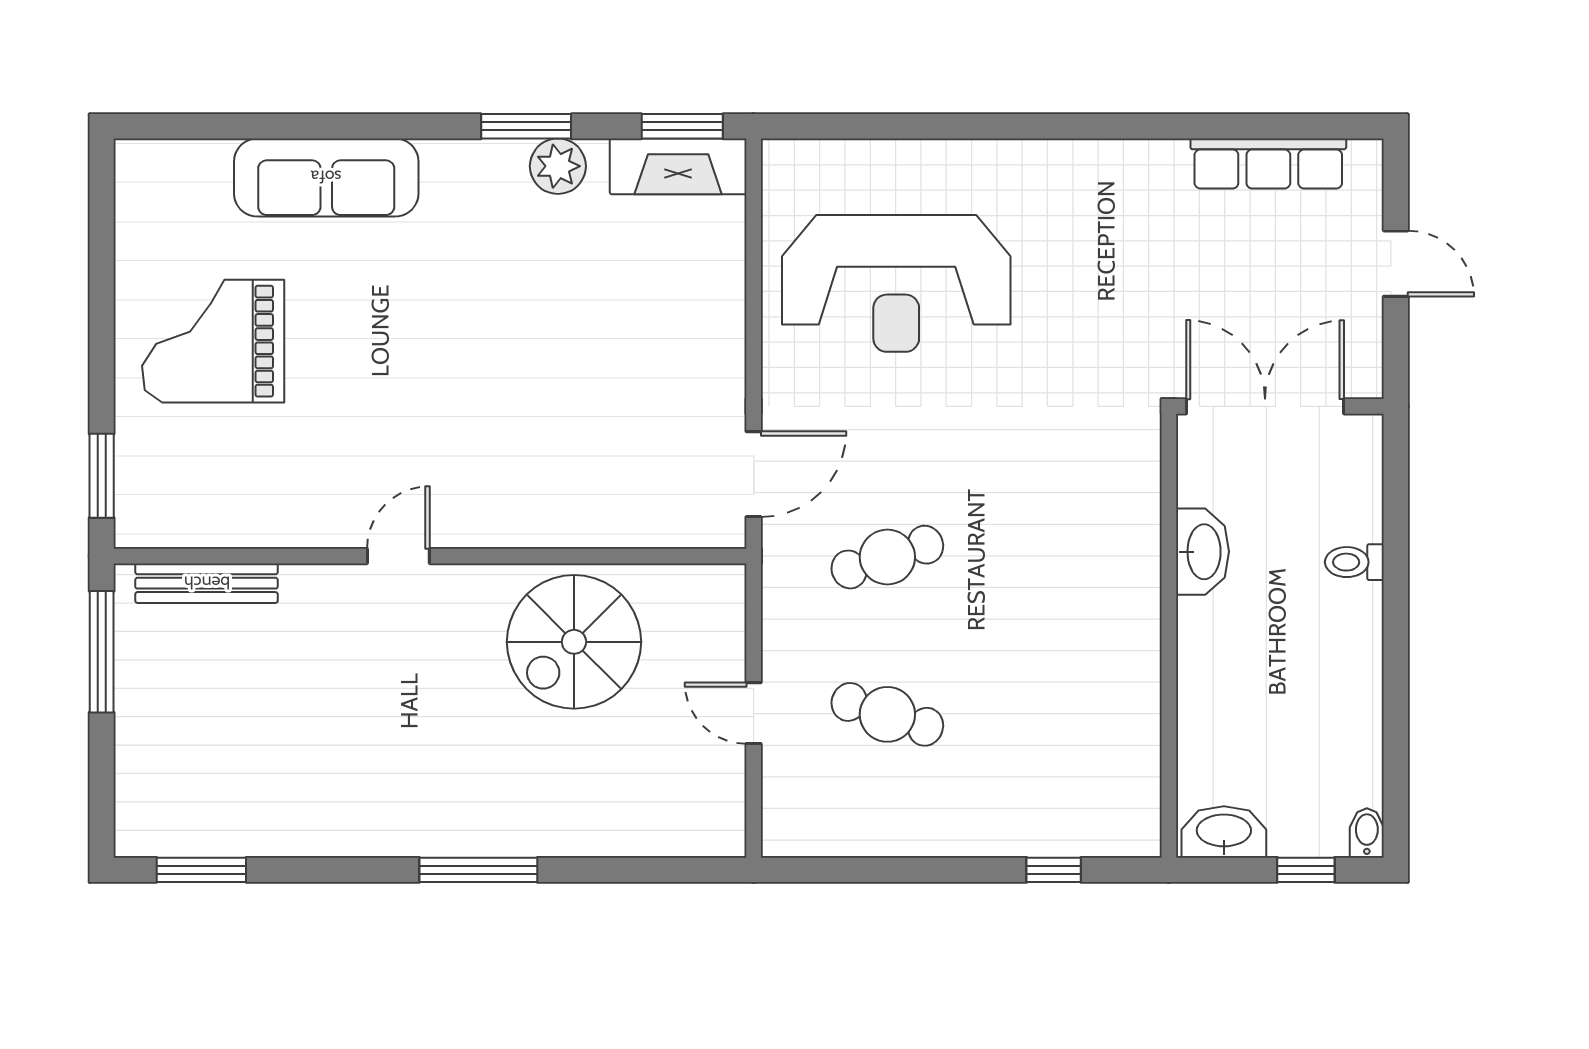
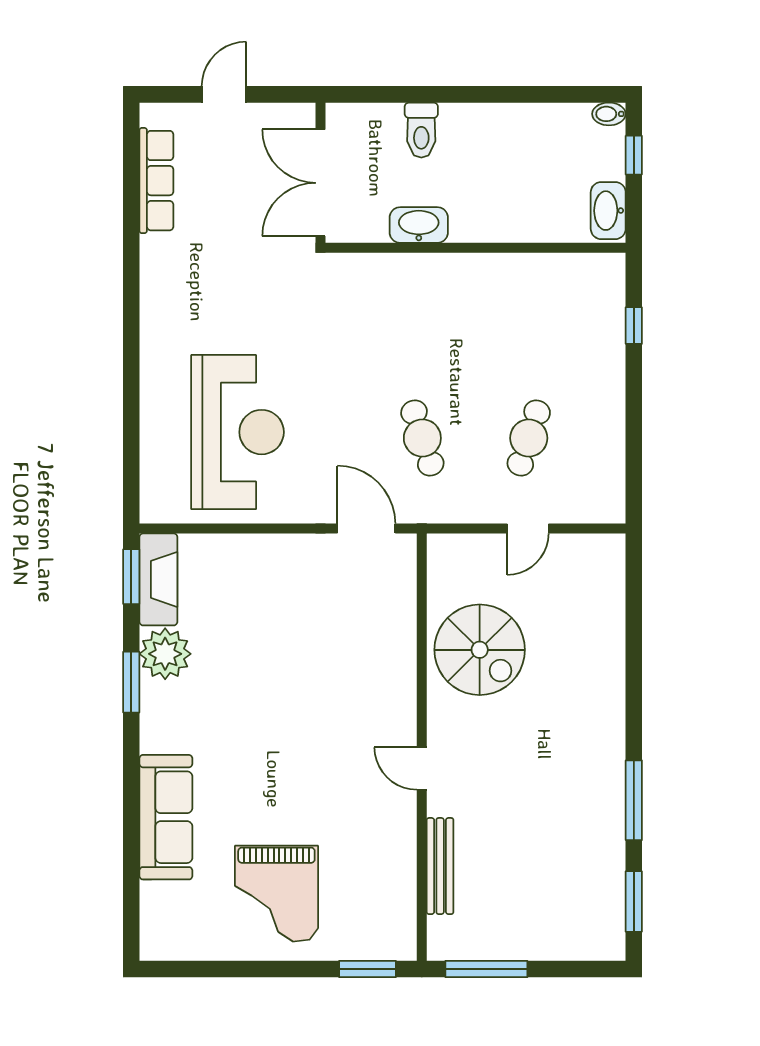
plant: (558, 166) -> (165, 654), width x1.36, depth x1.36
toilet: (1354, 562) -> (421, 130), width x1.37, depth x1.39
bench: (207, 583) -> (440, 866), moved
window: (478, 870) -> (634, 800), moved

